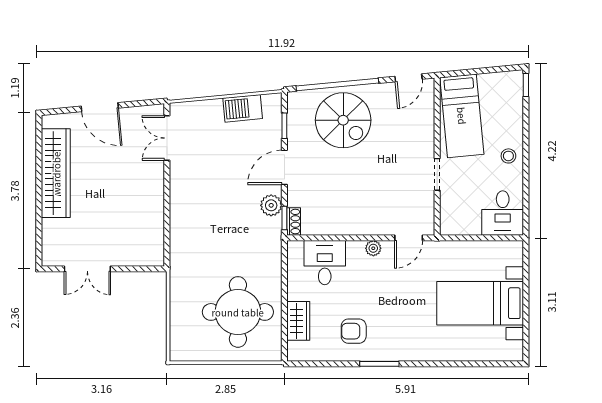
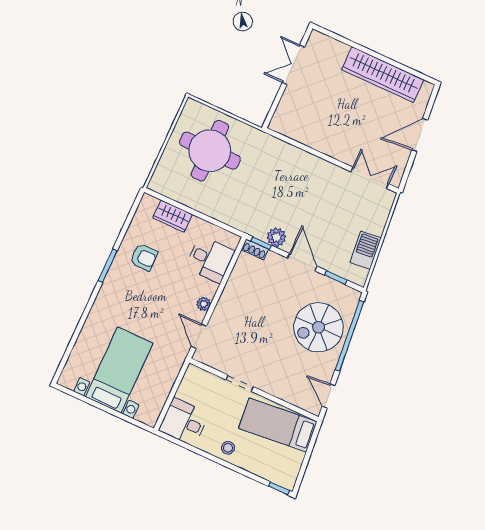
round table: (238, 312) -> (210, 151), moved
armchair: (354, 331) -> (144, 257), turned 90

